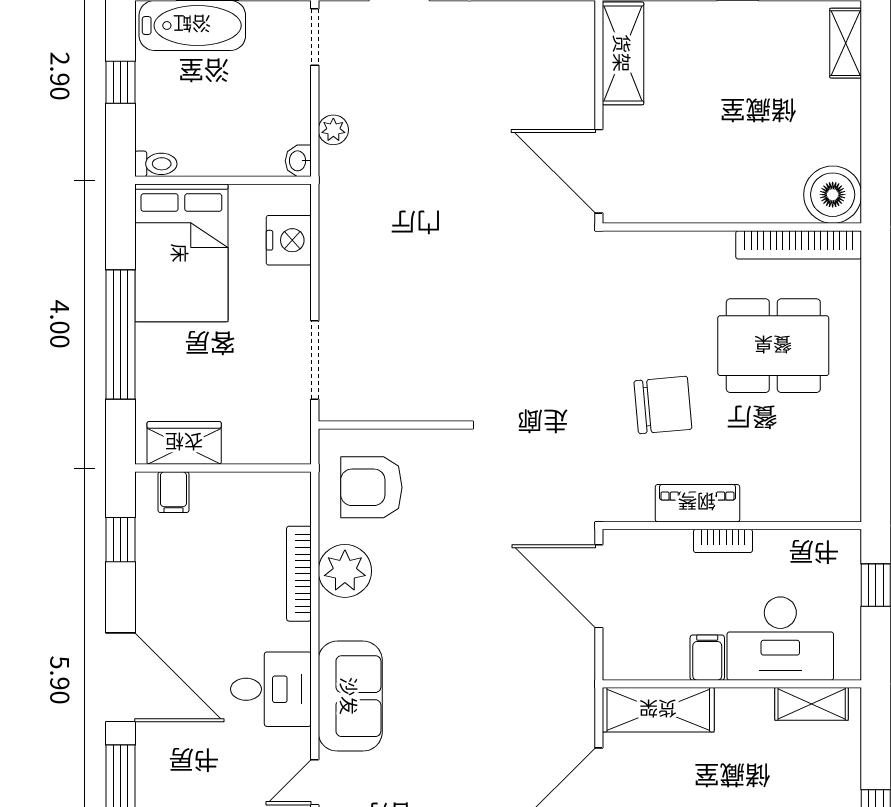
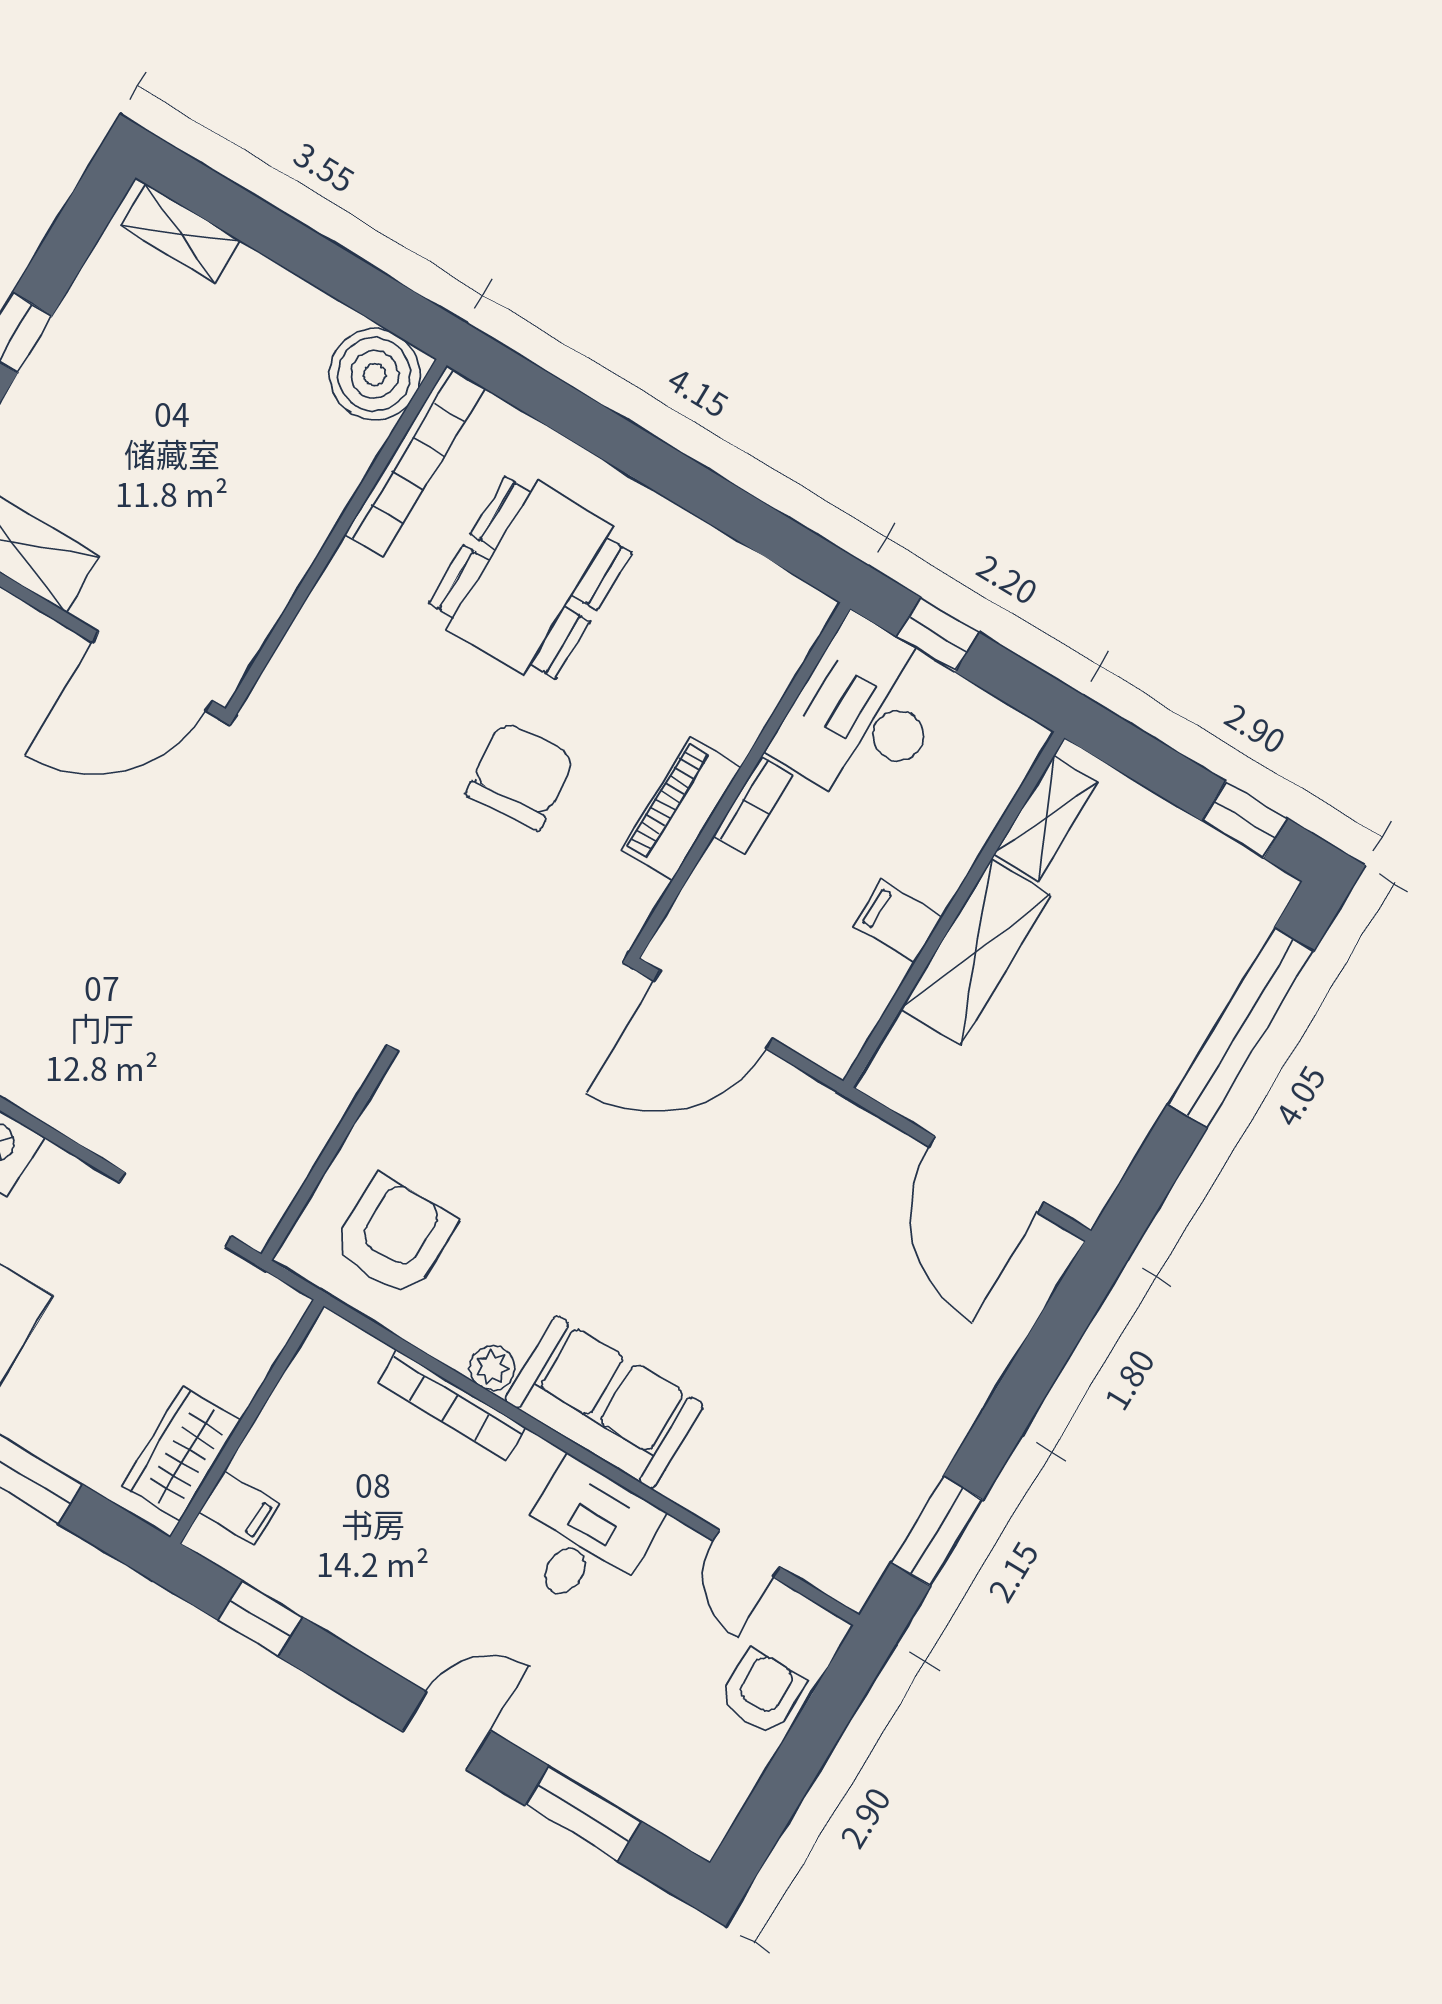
armchair: (371, 487) -> (394, 1237), turned 180
plant: (345, 571) -> (492, 1368), width x0.53, depth x0.53
desk: (780, 639) -> (863, 714), moved, turned 180
door: (120, 677) -> (446, 1731), width x0.53
sofa: (350, 696) -> (604, 1402), moved
shelving: (658, 710) -> (976, 952), moved

